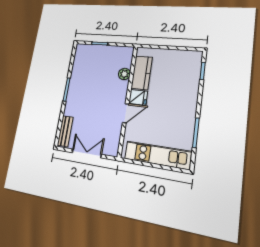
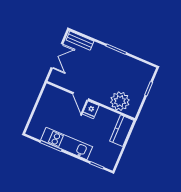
kitchen counter: (142, 73) -> (122, 131), moved, turned 90
plant: (124, 74) -> (120, 101), width x1.88, depth x1.88
kitchen unit: (157, 155) -> (67, 143), moved, turned -90

